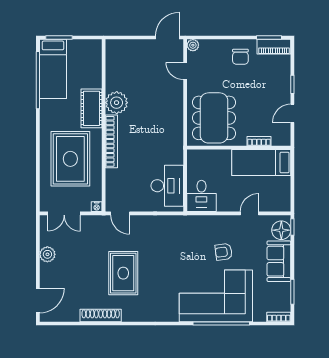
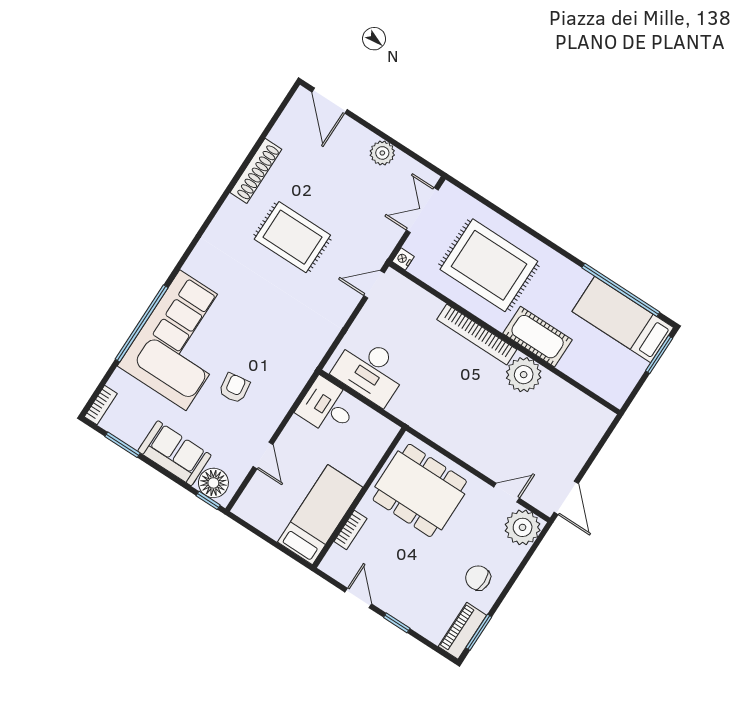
plant: (193, 45) -> (523, 527), width x1.88, depth x1.88

